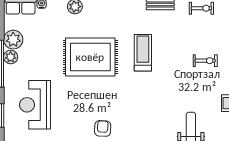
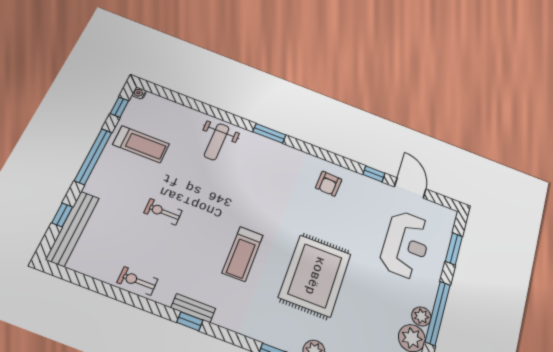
rug: (90, 57) -> (315, 276), turned 90

